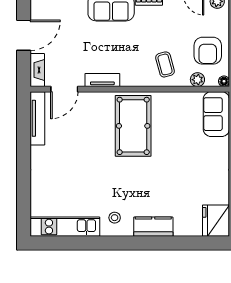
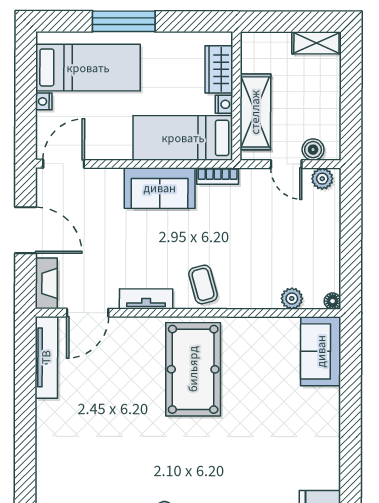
door: (24, 35) -> (25, 230), hinge flipped
armchair: (208, 51) -> (308, 254), removed
coffee table: (165, 64) -> (203, 284), moved

